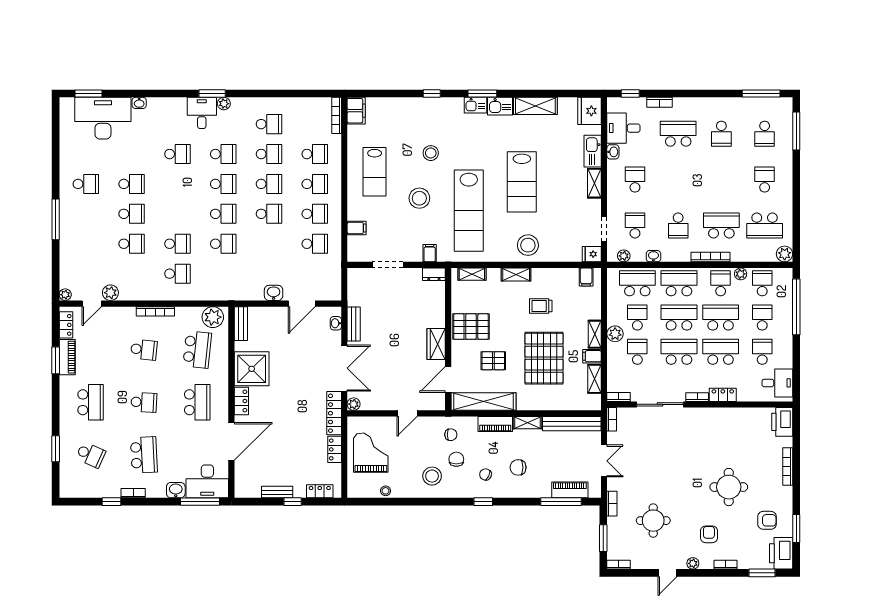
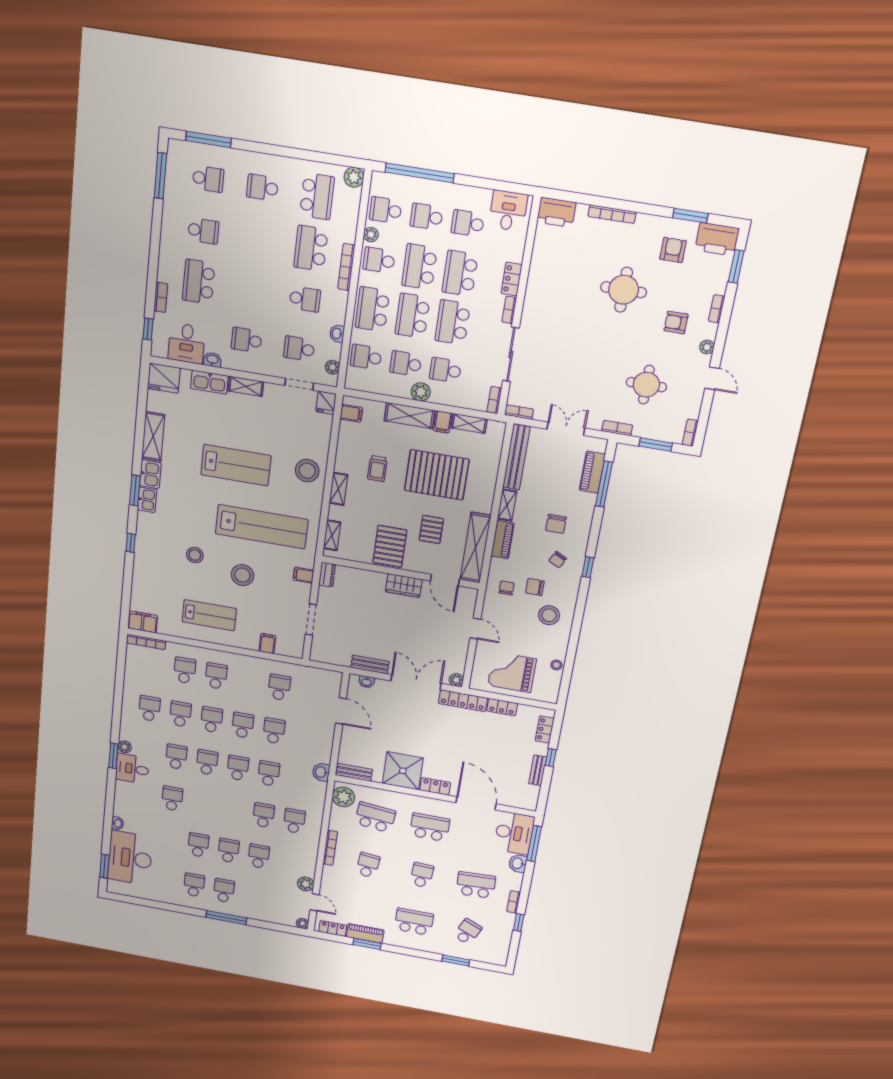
school desk: (86, 214) -> (224, 891), added
school desk: (315, 214) -> (274, 731), moved
school desk: (637, 283) -> (366, 357), width x0.54
washbasin: (274, 293) -> (321, 772), moved
shelving: (595, 334) -> (409, 416), width x1.50, depth x1.33

